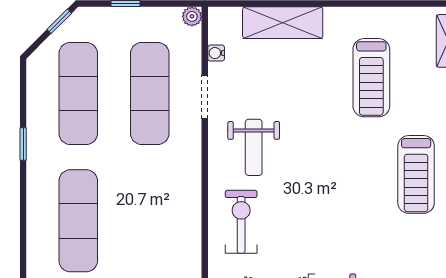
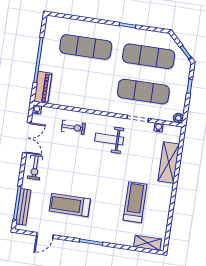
treadmill: (371, 78) -> (135, 202), turned 90
treadmill: (416, 174) -> (70, 205), moved
exercise bike: (241, 222) -> (73, 127), width x0.73, depth x0.72

